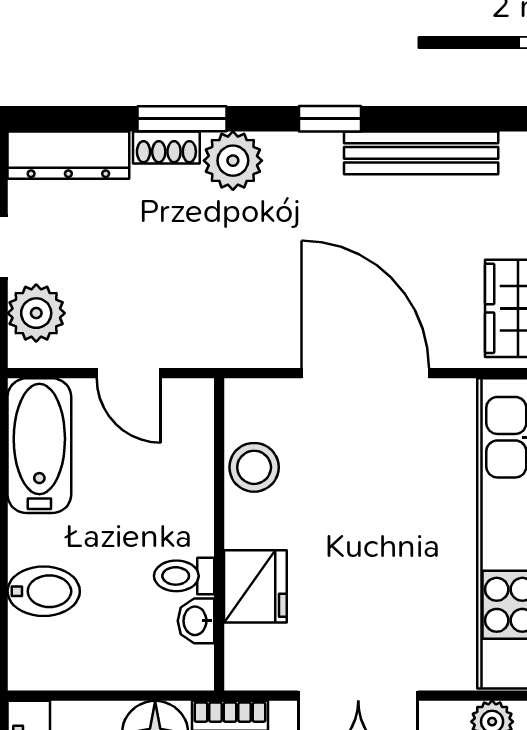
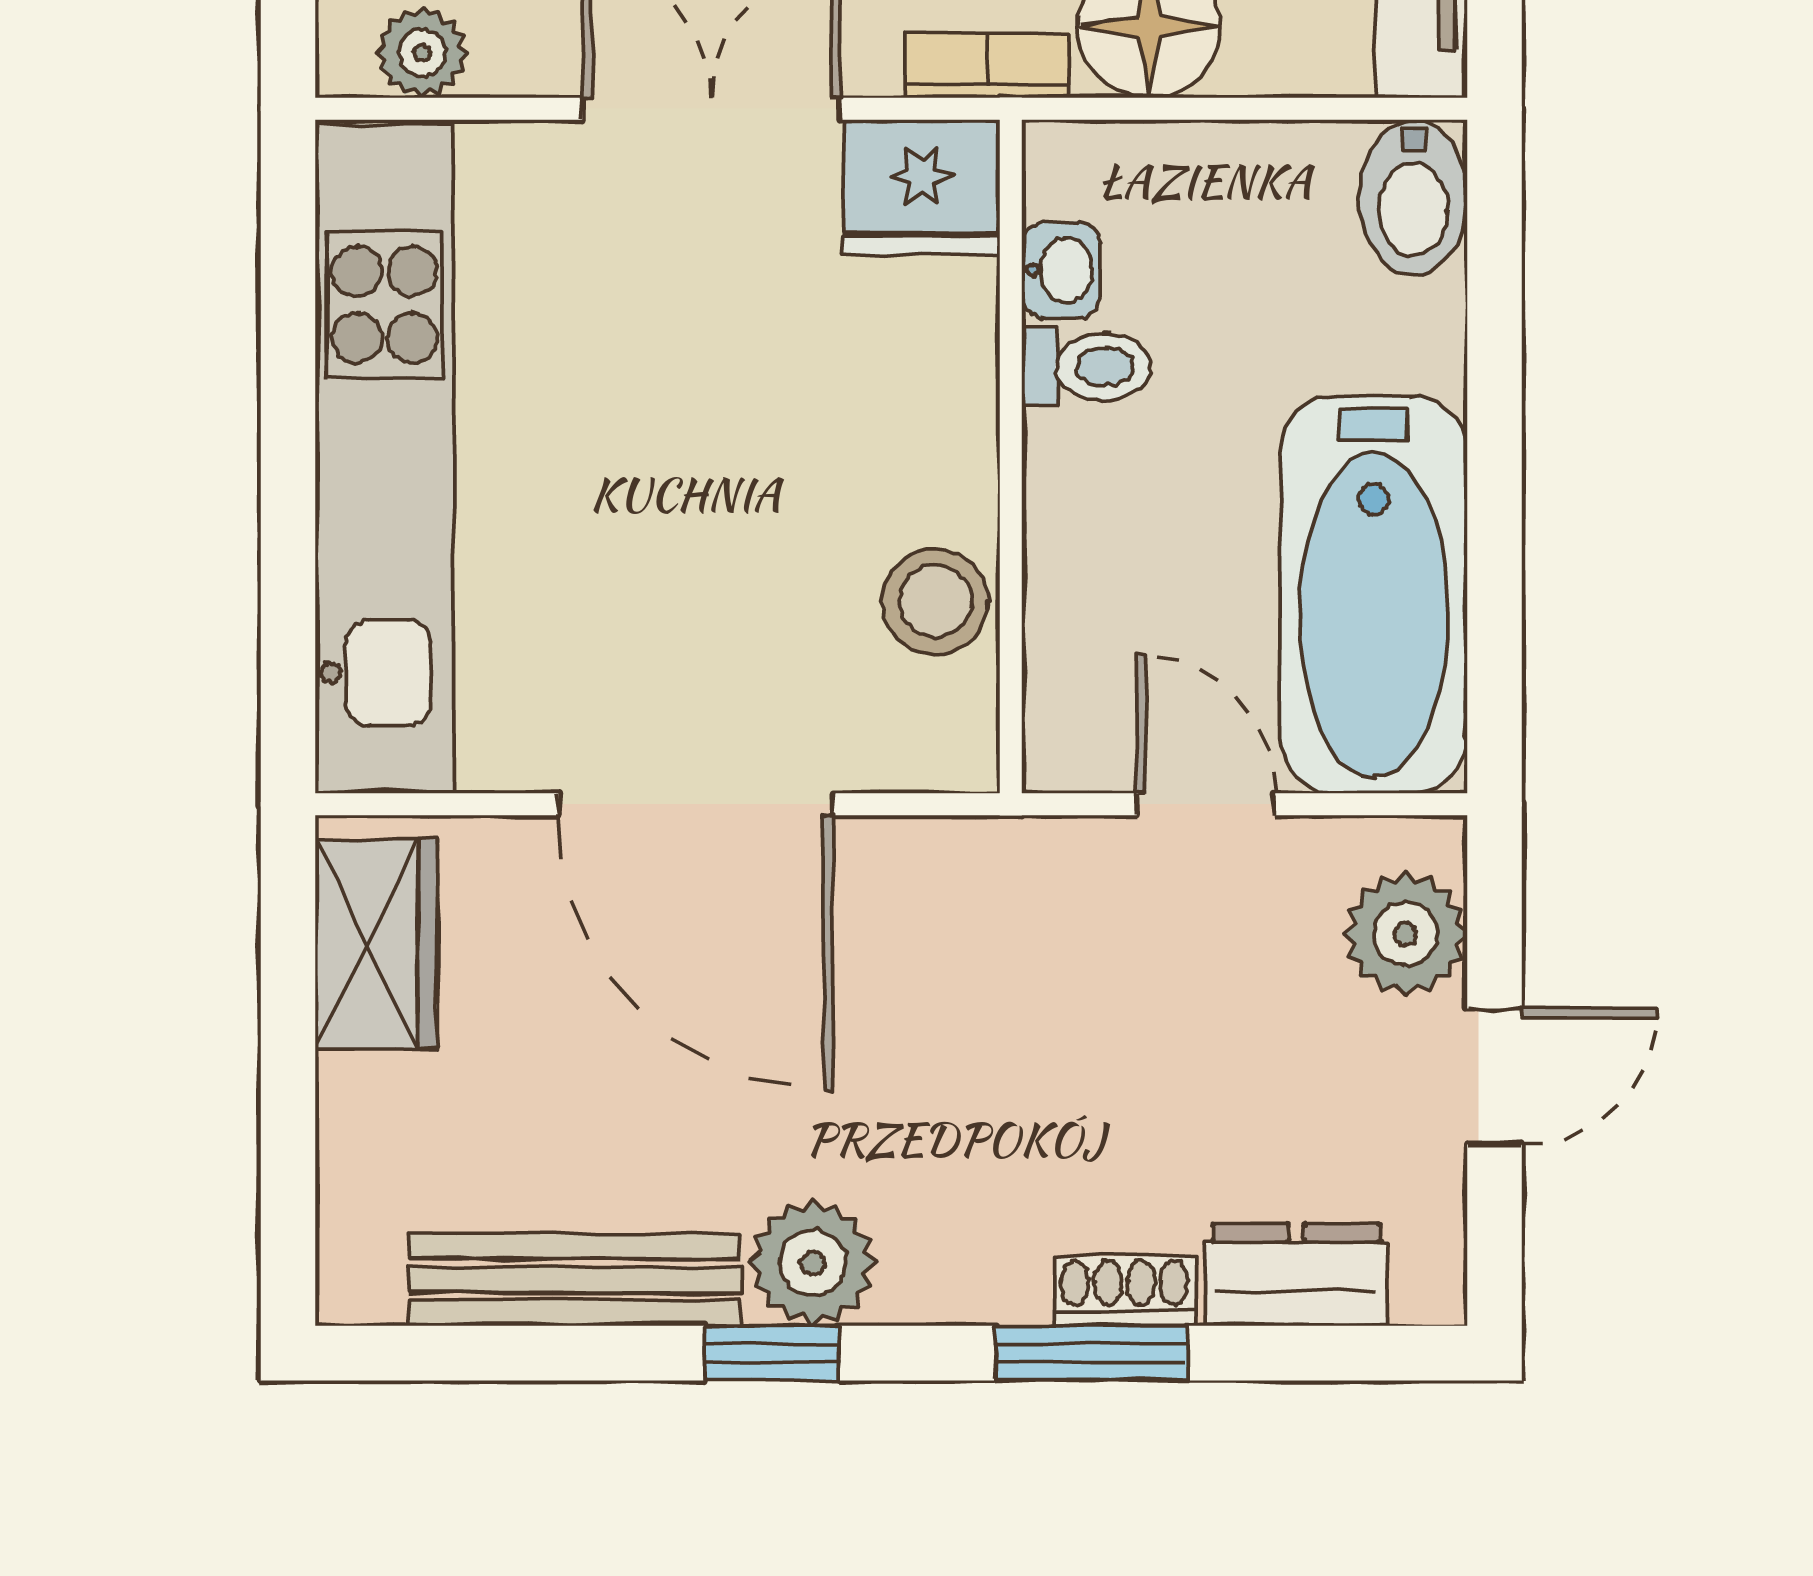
dresser: (68, 155) -> (1296, 1275), width x0.70
plant: (233, 161) -> (813, 1263), moved
bathtub: (39, 446) -> (1374, 595), width x1.36, depth x1.36
fridge: (255, 586) -> (922, 187), moved, turned -90
bidet: (44, 591) -> (1414, 197), moved, turned -90

